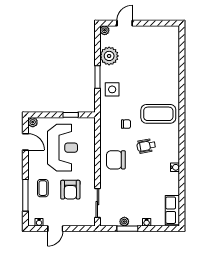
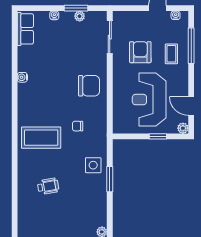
plant: (109, 56) -> (97, 203), removed
window: (71, 115) -> (158, 136), moved
wheelchair: (146, 146) -> (48, 186), moved

